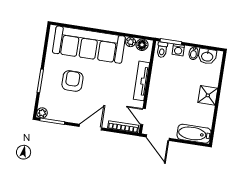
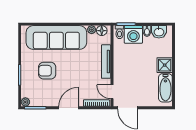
washing machine: (178, 50) -> (133, 34), width x1.89, depth x1.89
armchair: (72, 81) -> (47, 71), turned -90
bathtub: (194, 134) -> (165, 88), moved, turned -90

